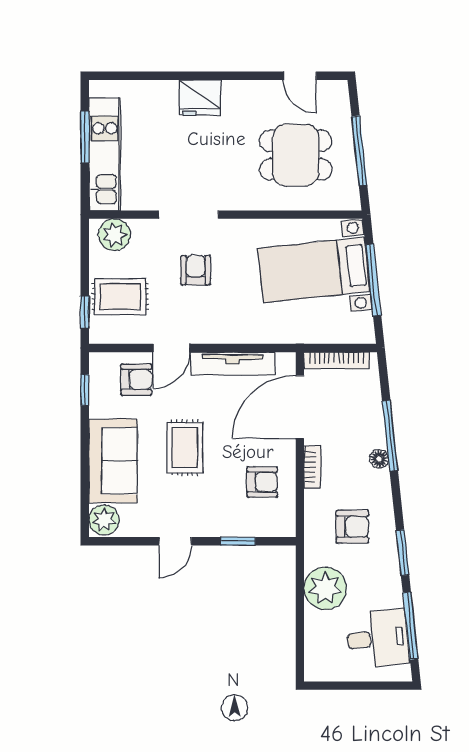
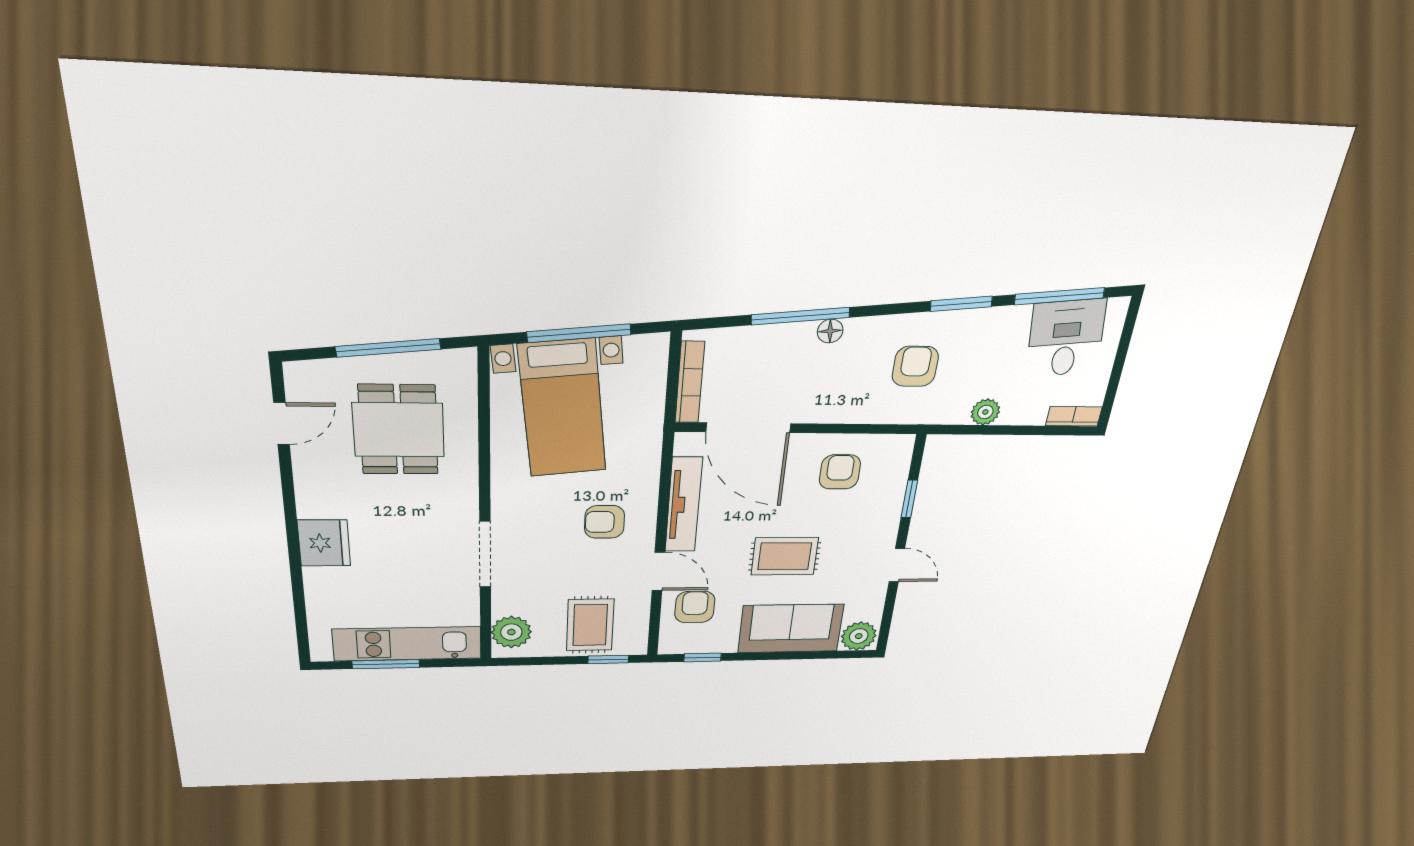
armchair: (196, 270) -> (604, 522), moved
bookcase: (312, 467) -> (1074, 416), moved
plant: (325, 588) -> (985, 412), width x0.53, depth x0.53

